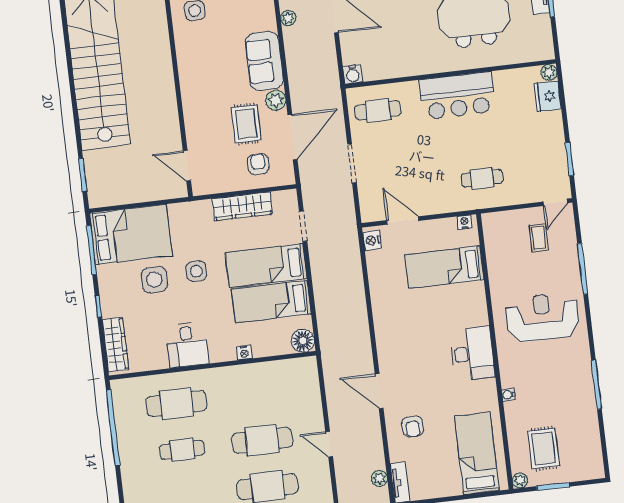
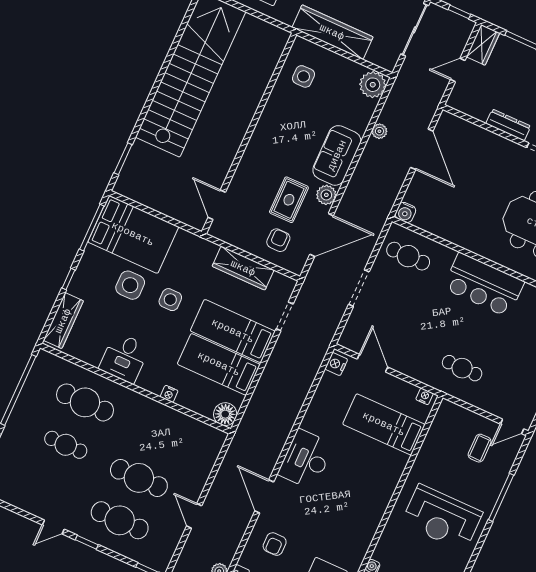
reception desk: (543, 317) -> (442, 518), turned 180
desk: (472, 354) -> (306, 459), moved, turned 180

